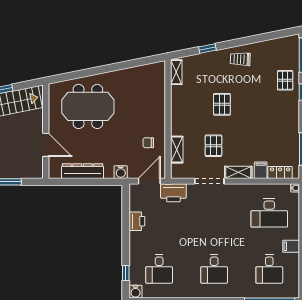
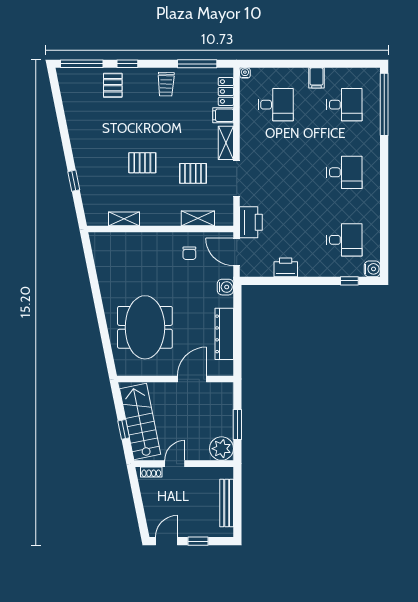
trolley: (240, 59) -> (166, 84), moved
shelving: (176, 72) -> (124, 219), moved
pallet: (285, 80) -> (113, 85), turned 90
desk: (269, 213) -> (276, 105), width x0.73

